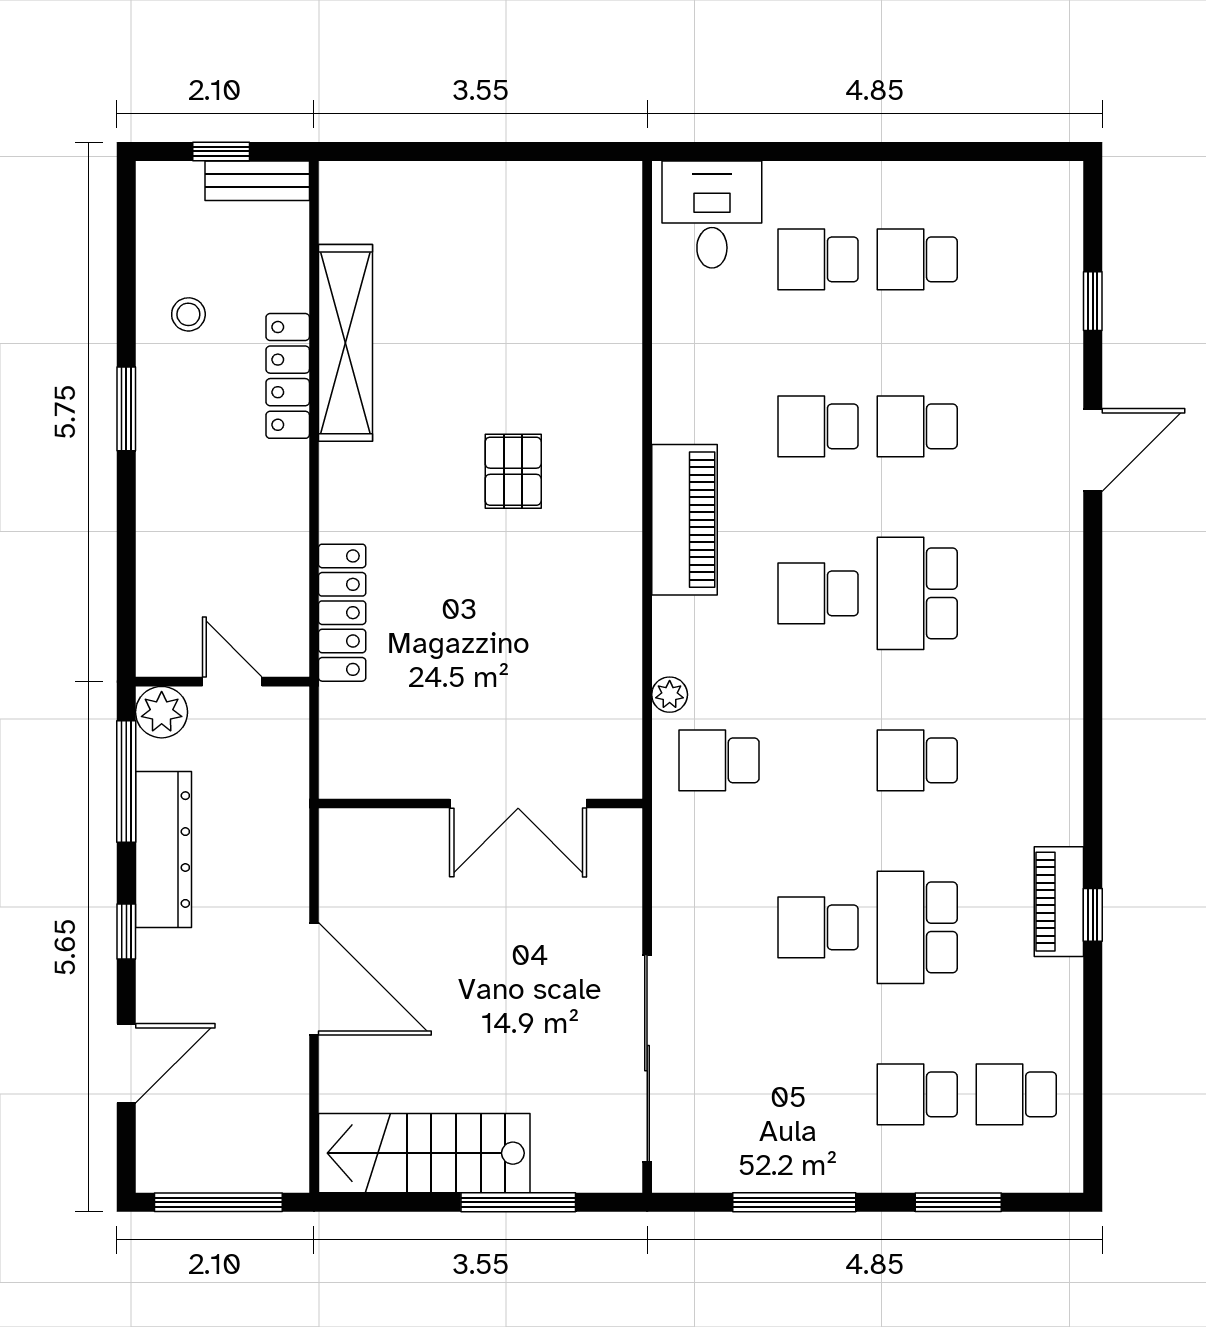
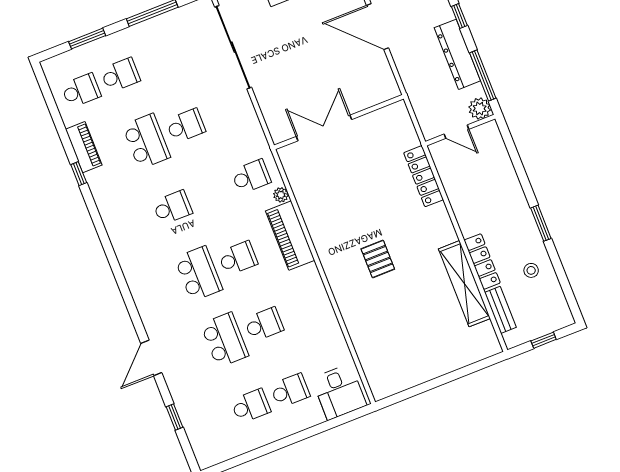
bench: (257, 181) -> (500, 310), moved, turned 90
school desk: (917, 426) -> (225, 340), width x1.85
piano: (684, 520) -> (290, 236), moved
piano: (1059, 902) -> (84, 147), moved

